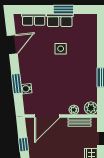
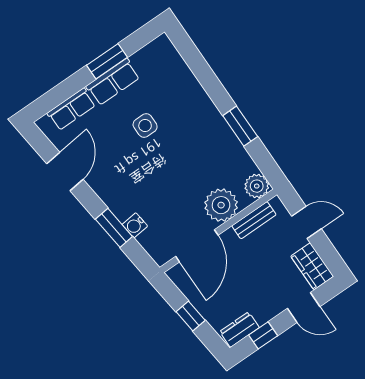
plant: (74, 110) -> (221, 205), width x1.87, depth x1.87

